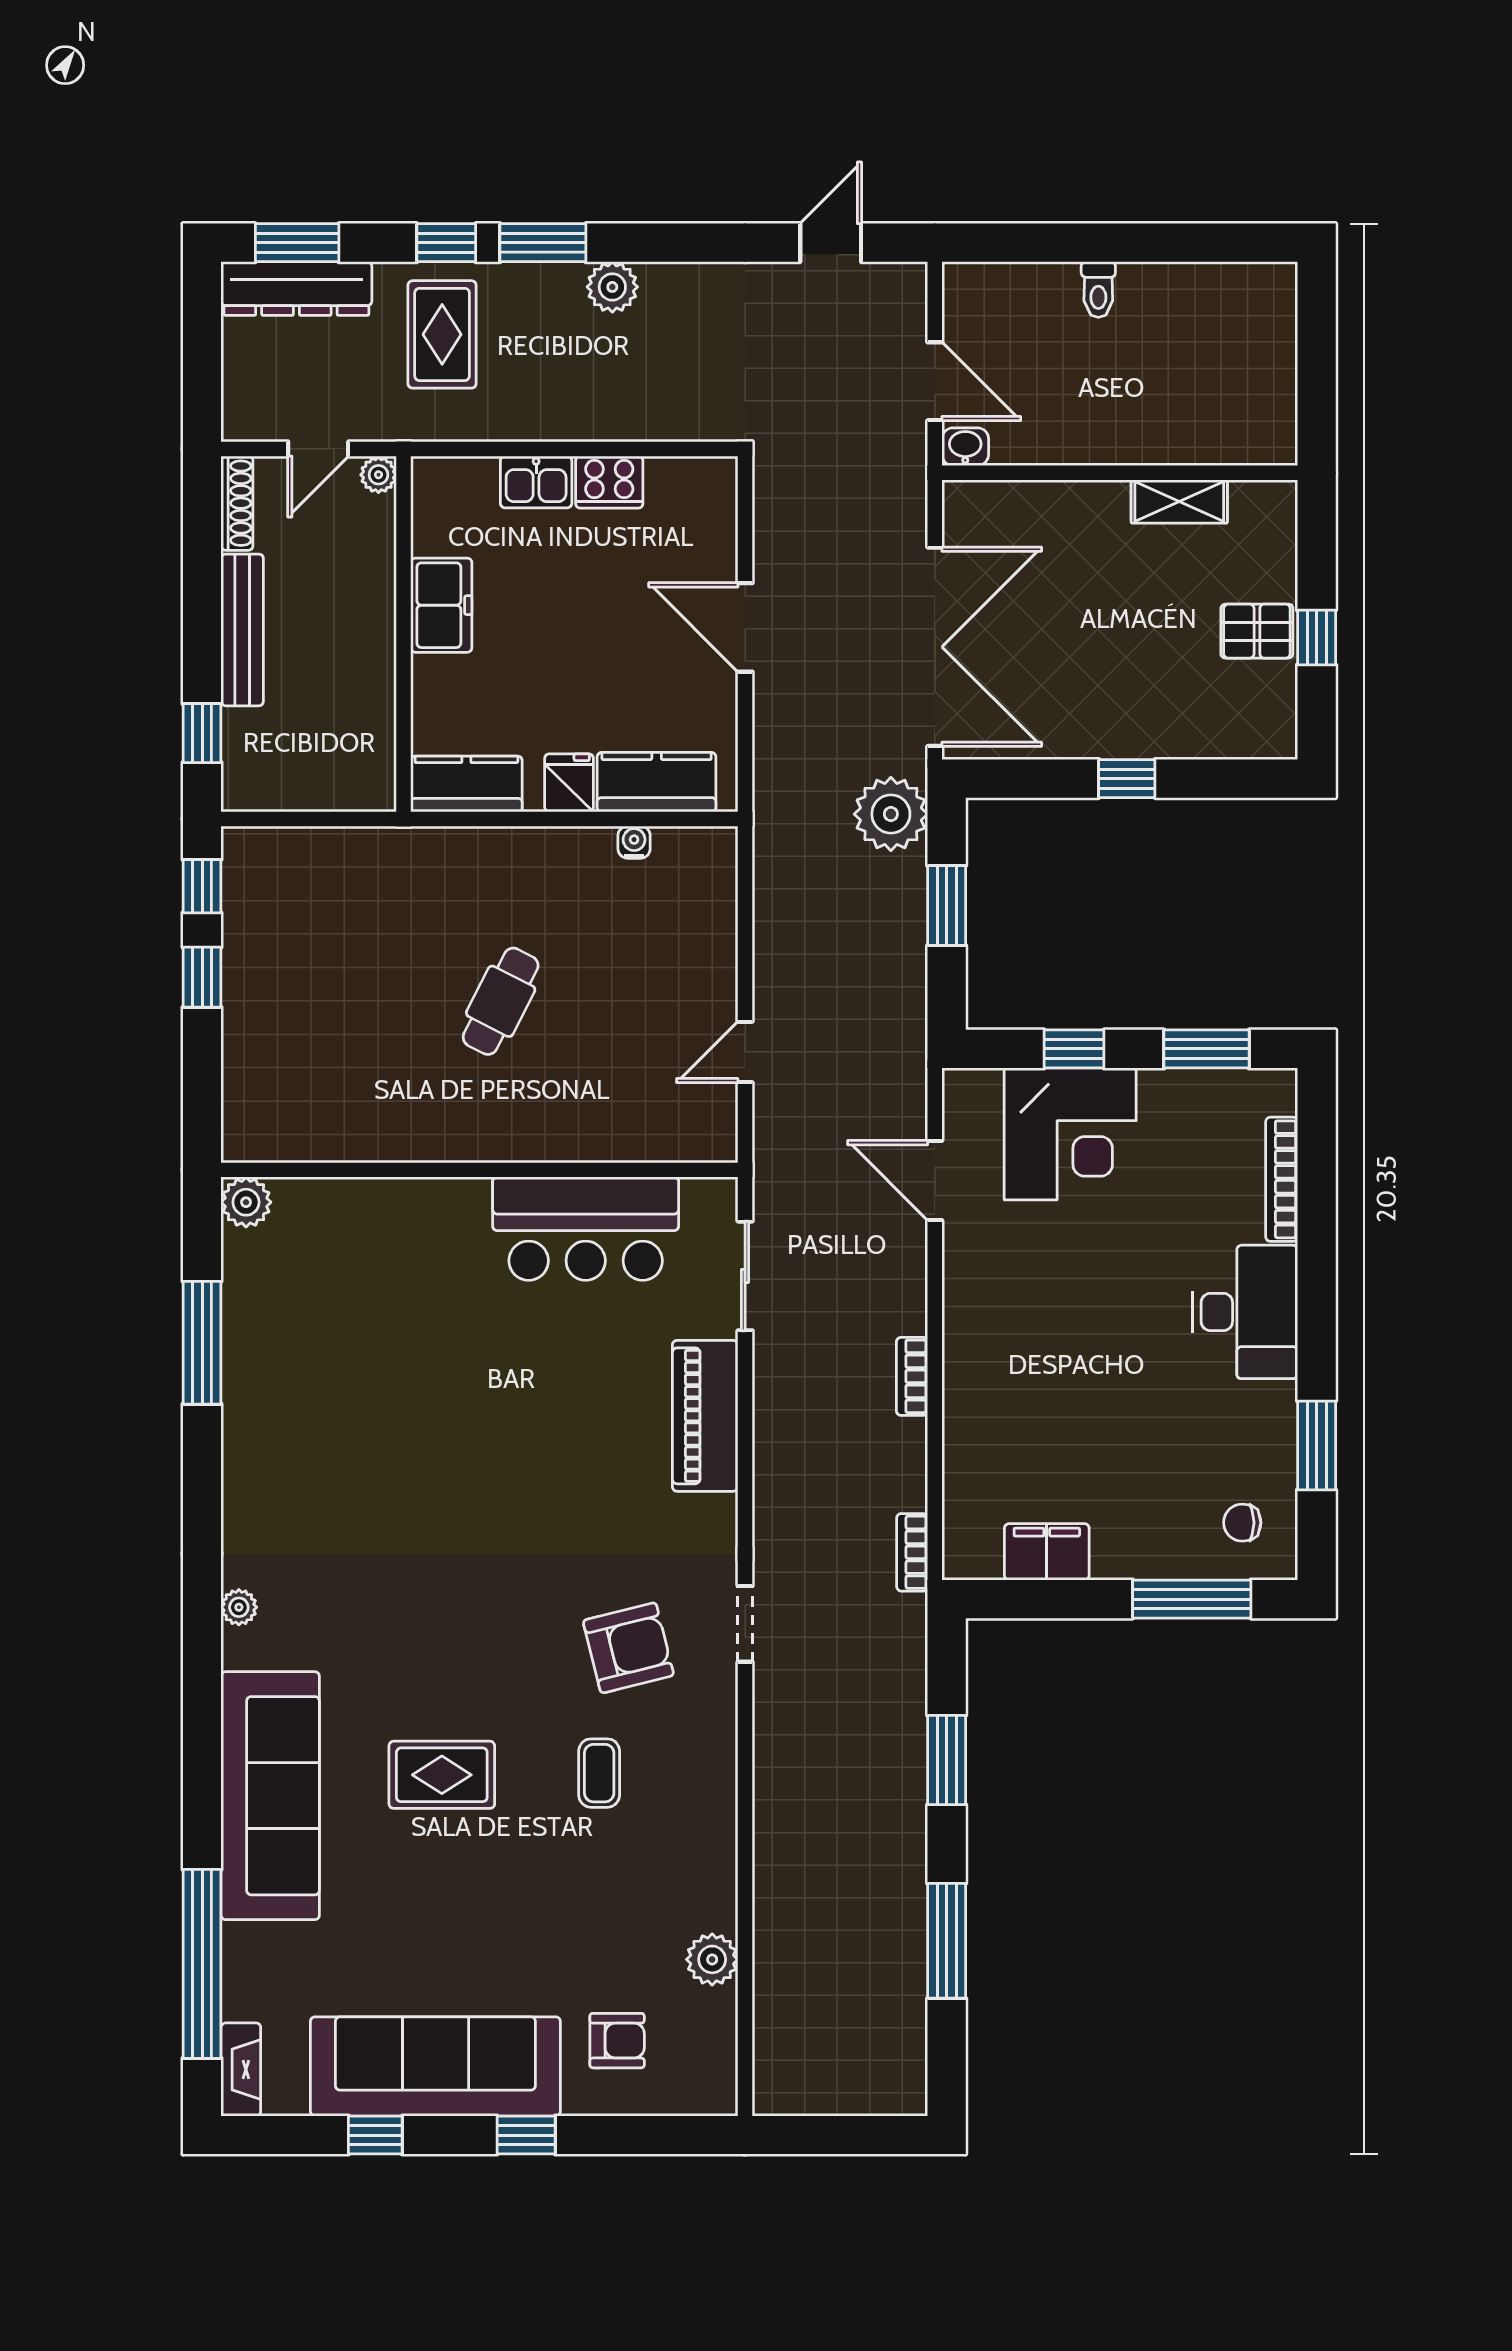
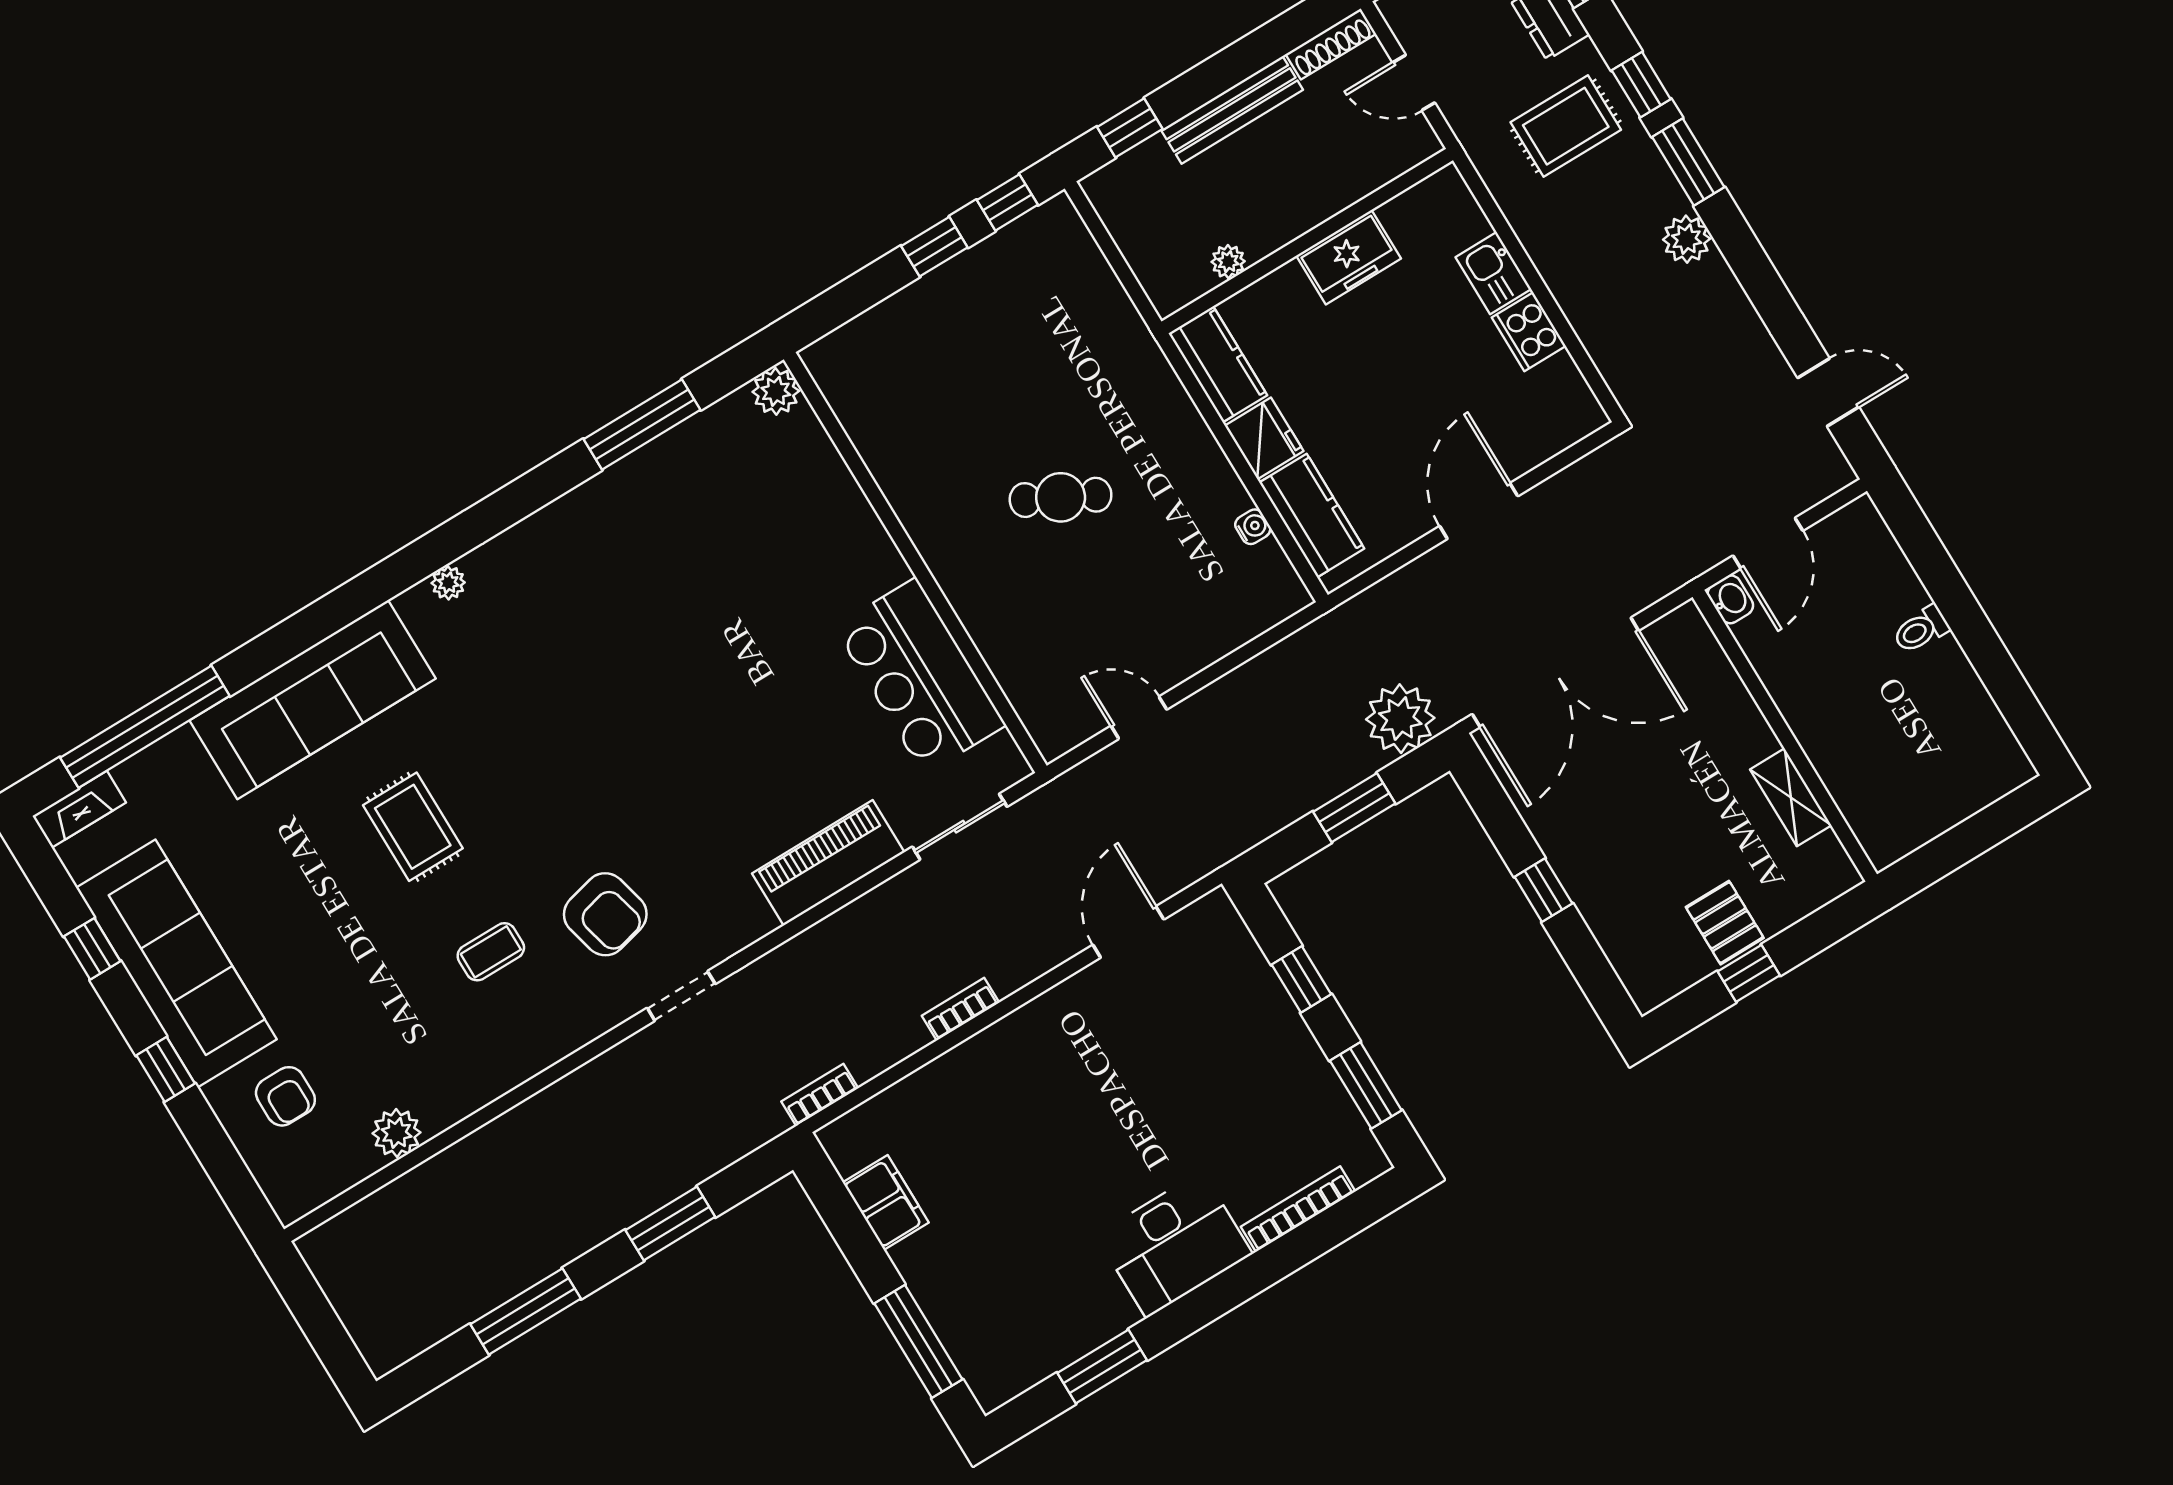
plant: (378, 475) -> (1228, 262), moved
fridge: (569, 783) -> (1264, 438), width x1.38
corner desk: (1070, 1134) -> (1232, 1018), removed
chair: (1242, 1523) -> (1004, 1345), removed

